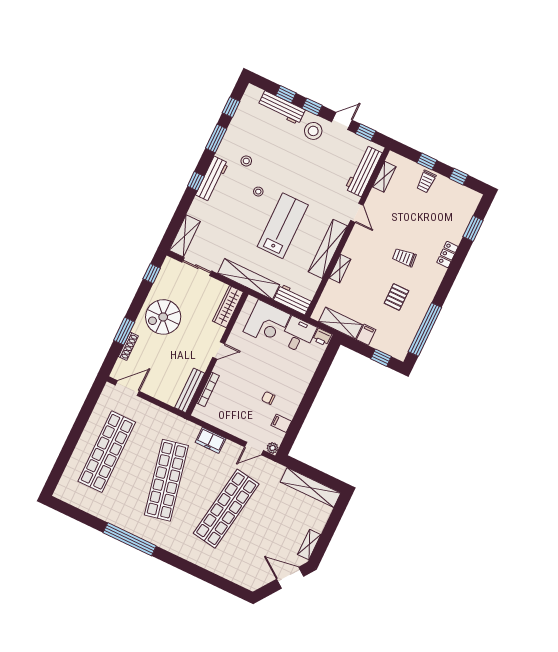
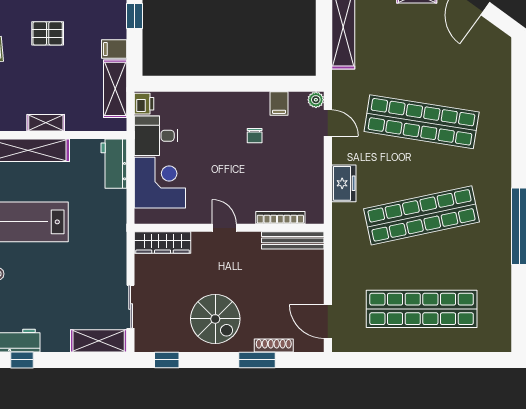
shelving: (249, 279) -> (115, 233), removed

